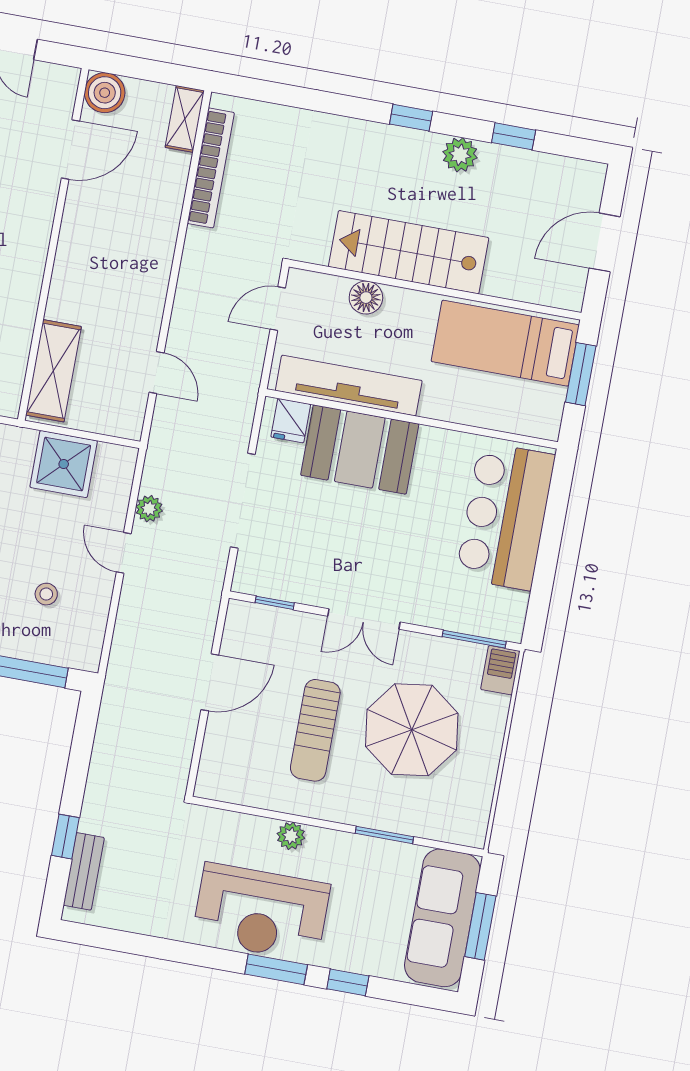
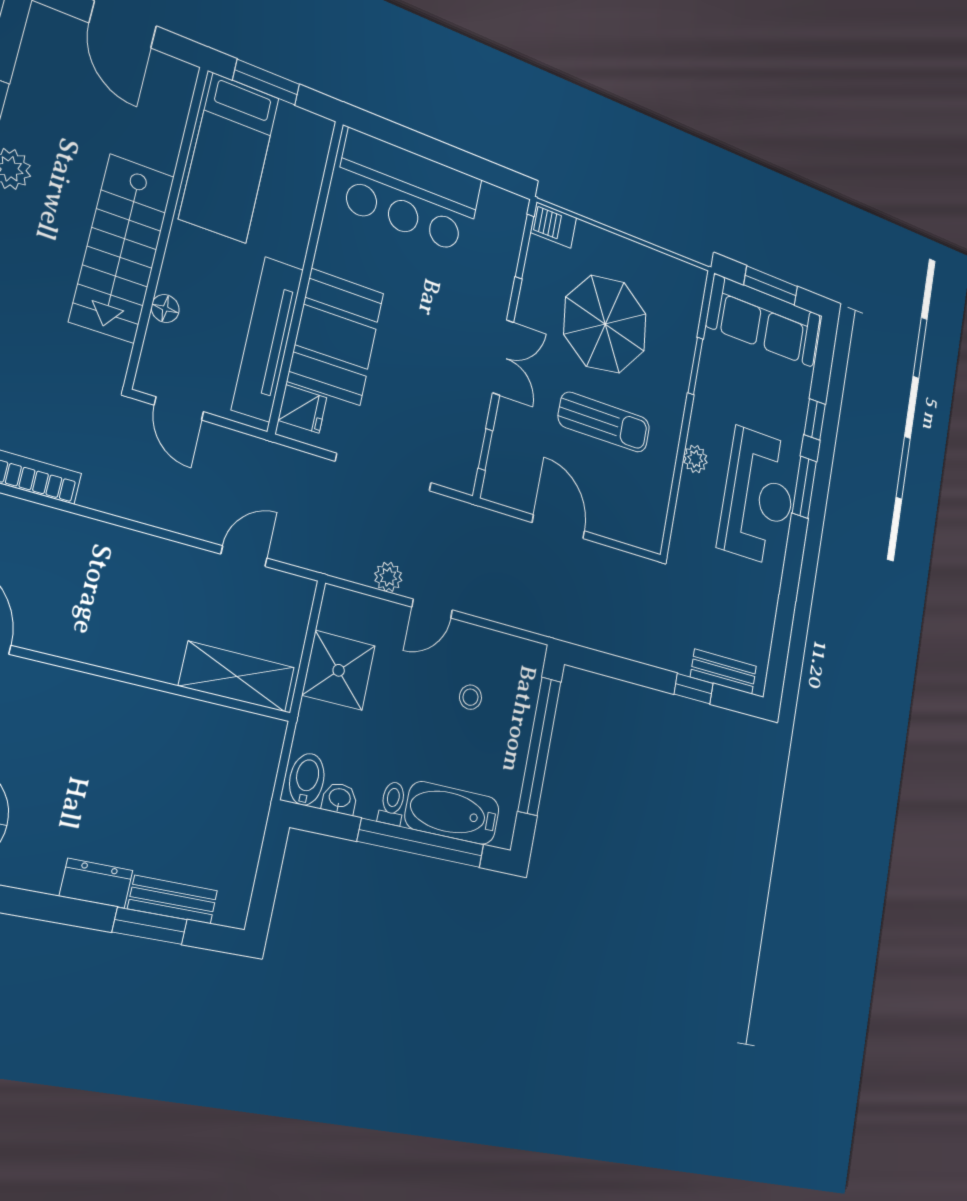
floor lamp: (366, 298) -> (165, 309), width x0.73, depth x0.73

